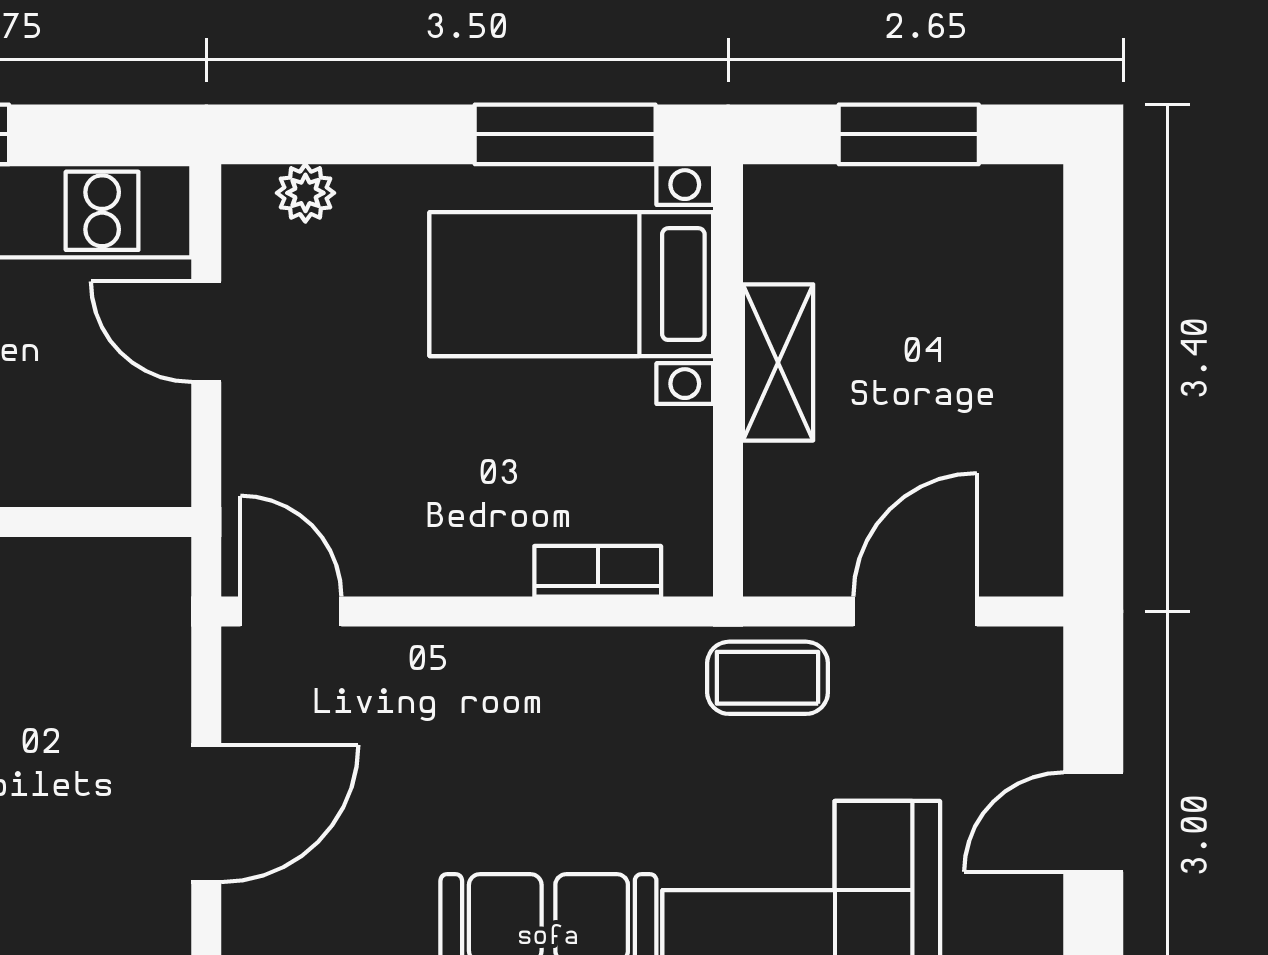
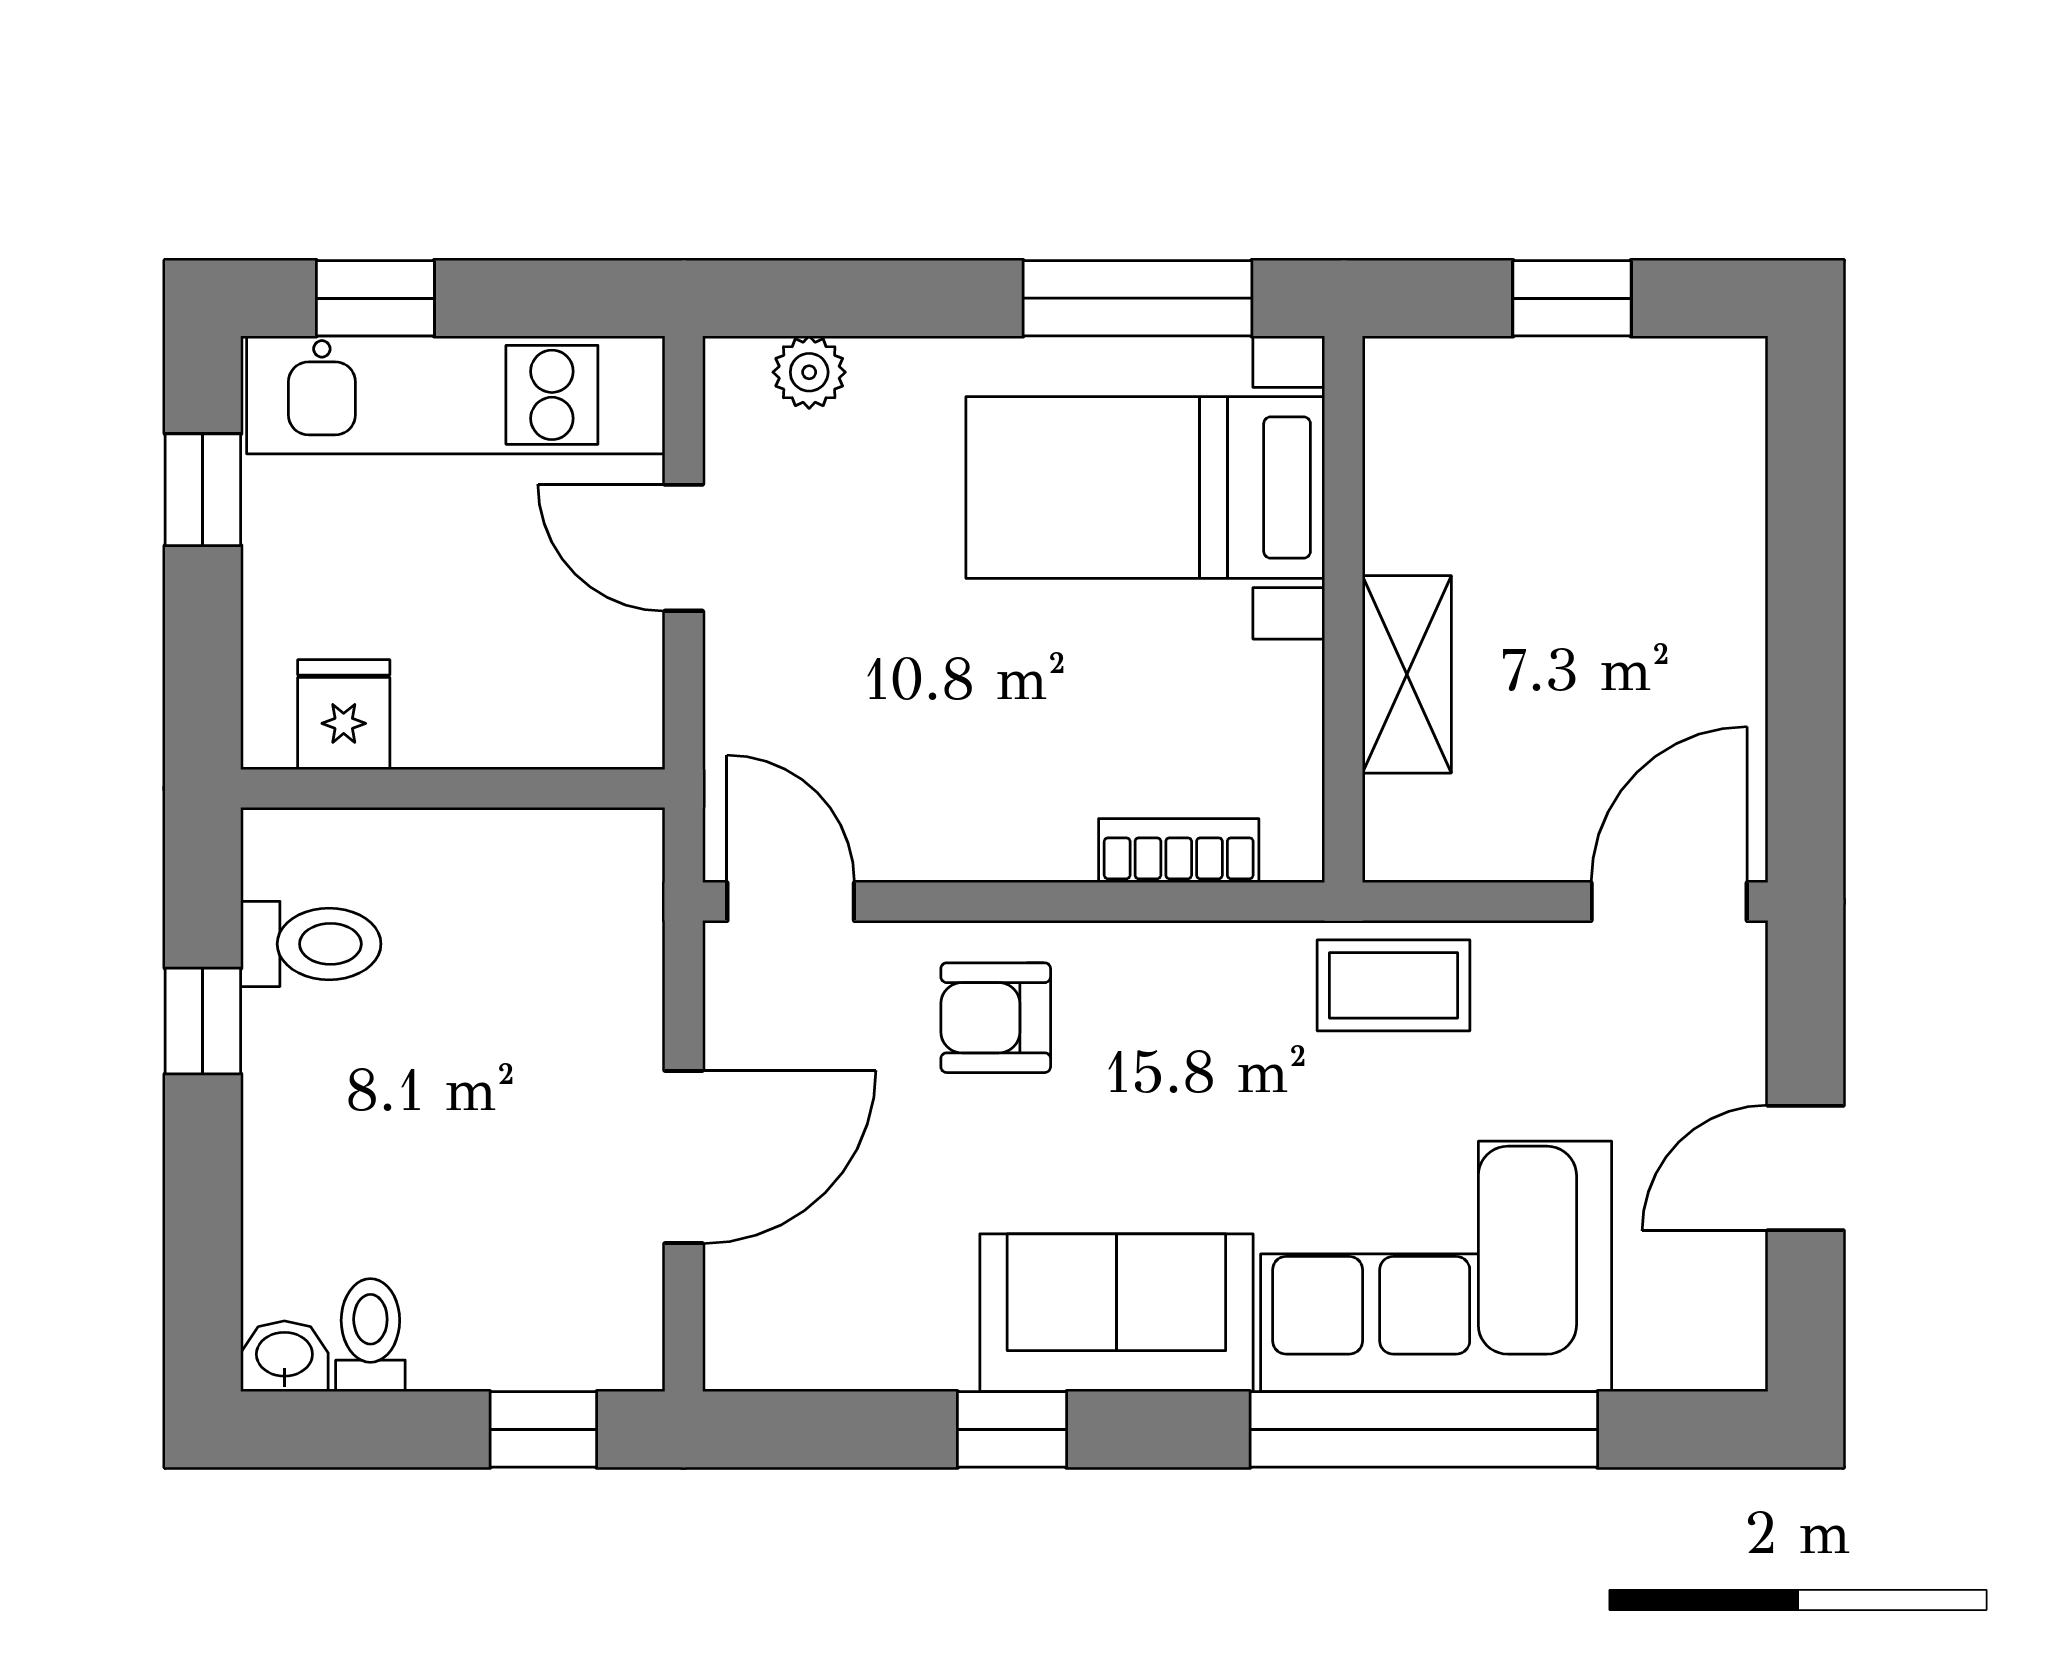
window: (909, 134) -> (1572, 298), width x0.67
shelving: (778, 362) -> (1407, 674), moved
door: (915, 611) -> (1669, 902), moved
armchair: (453, 703) -> (996, 1018), added

